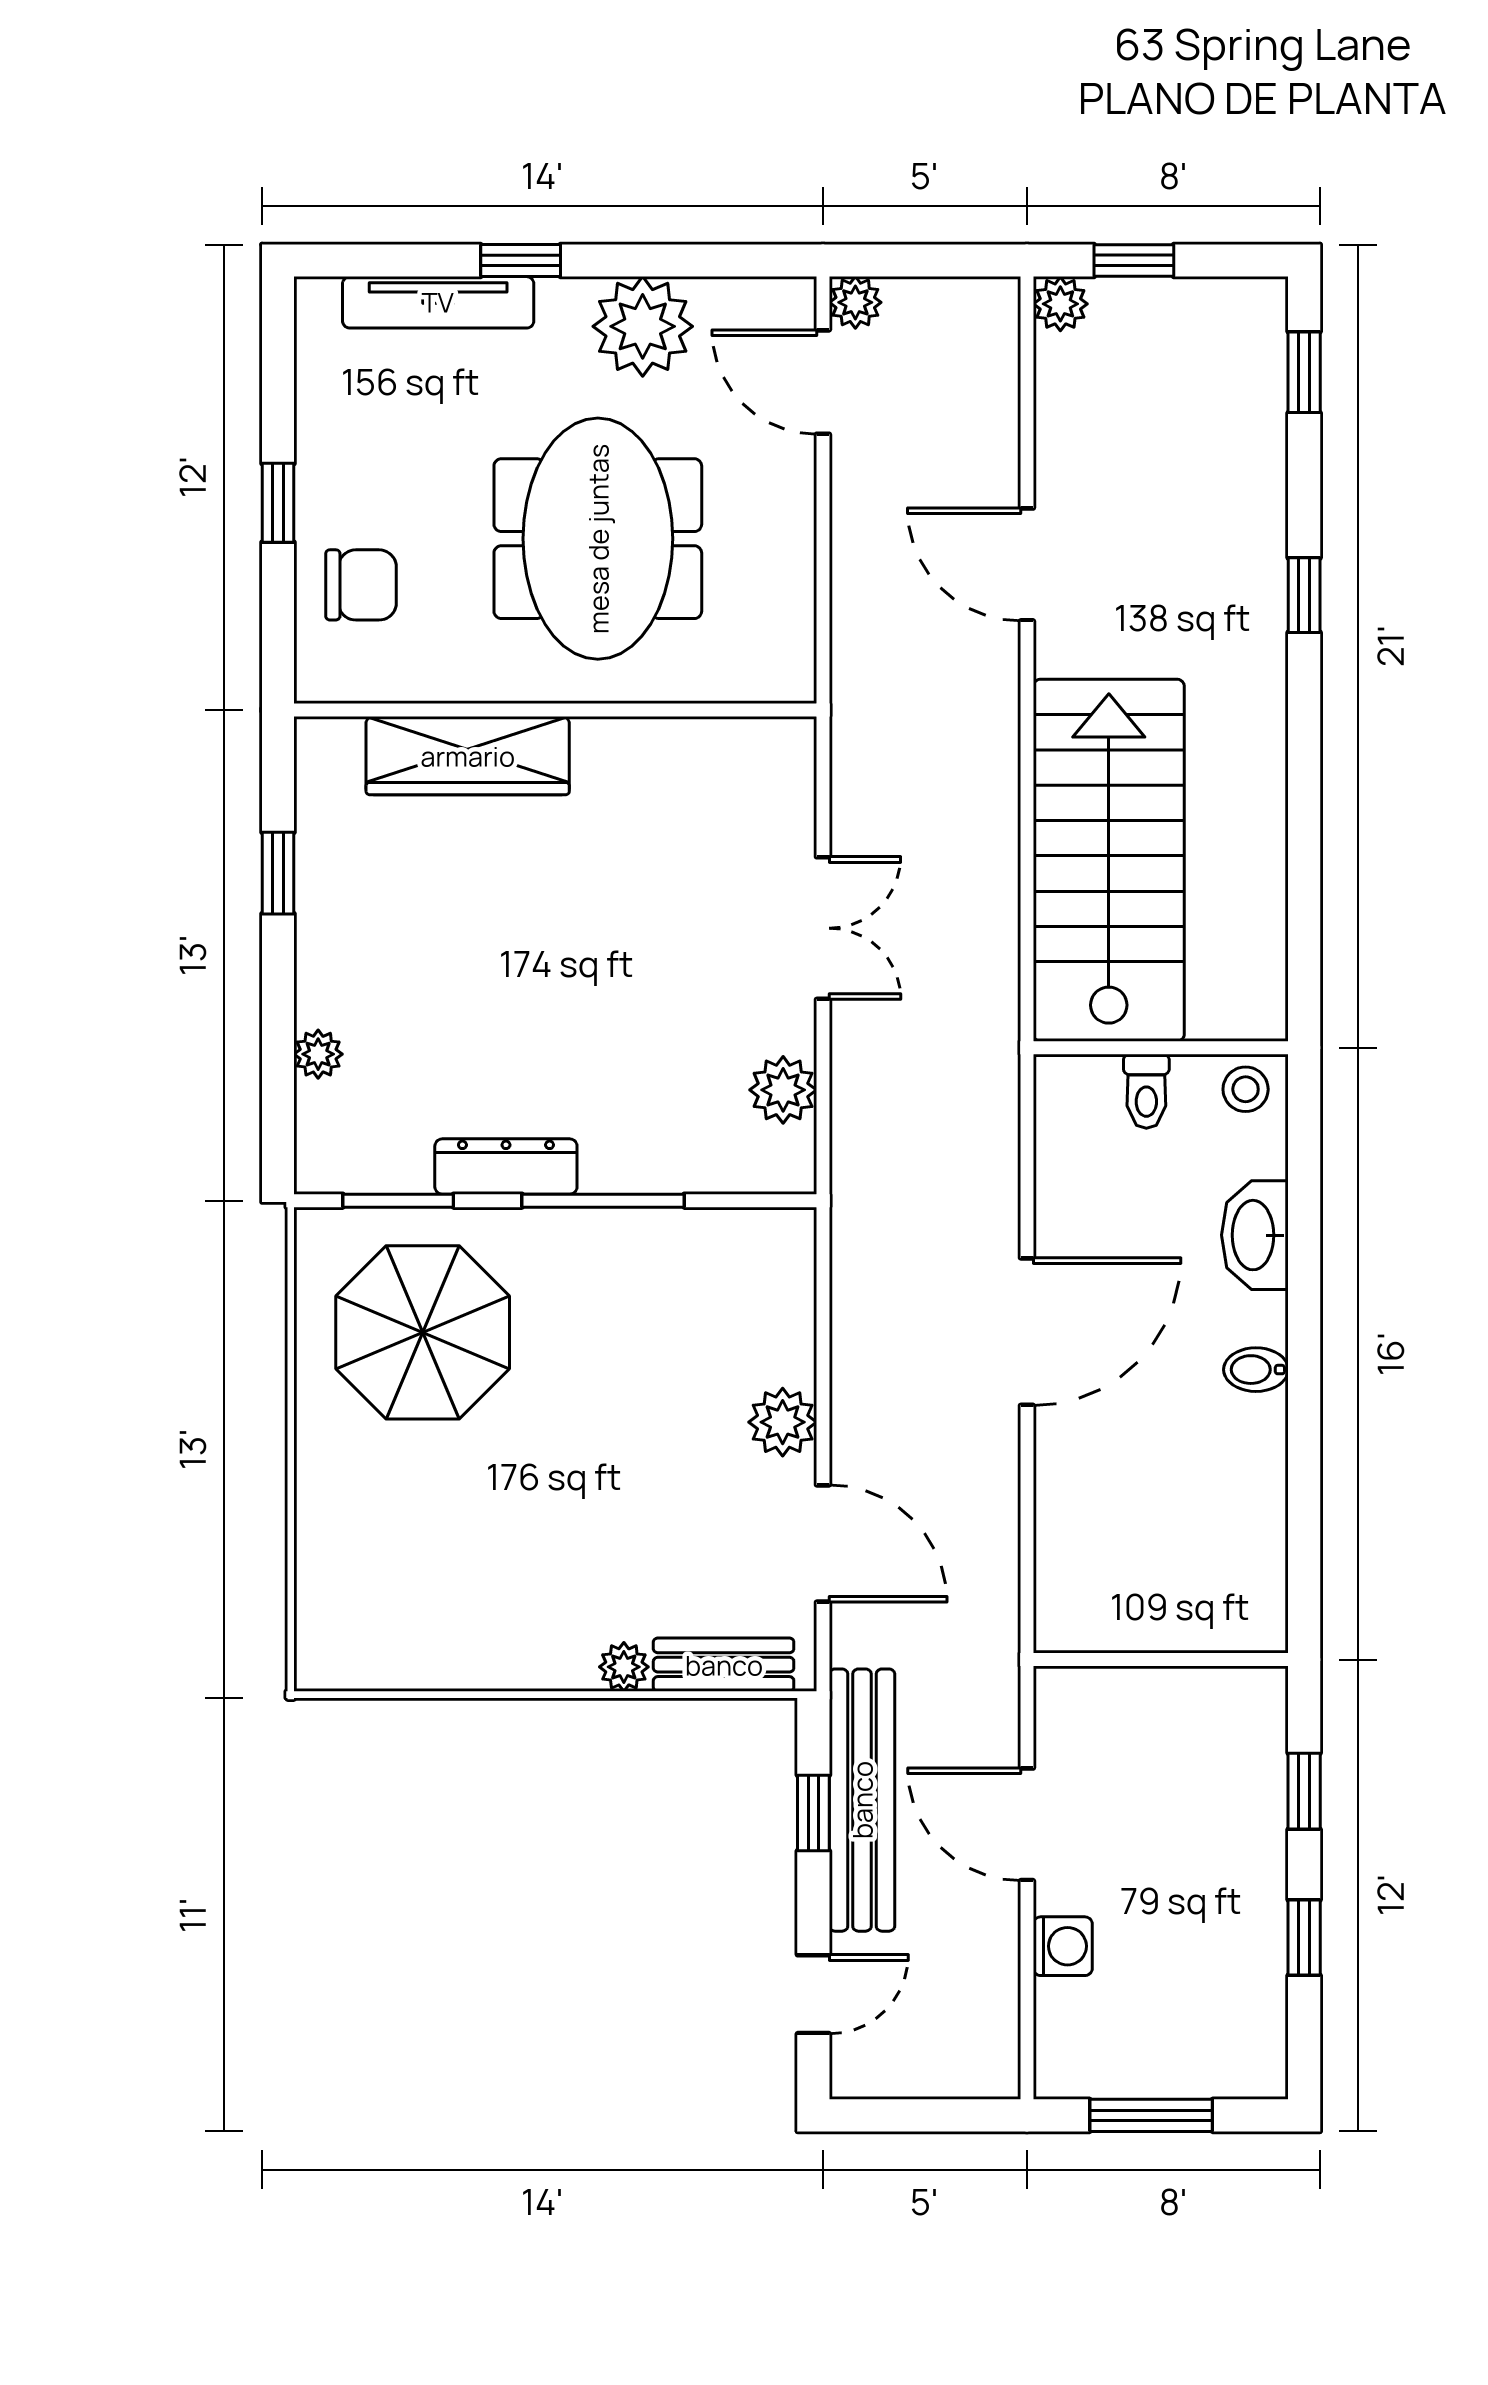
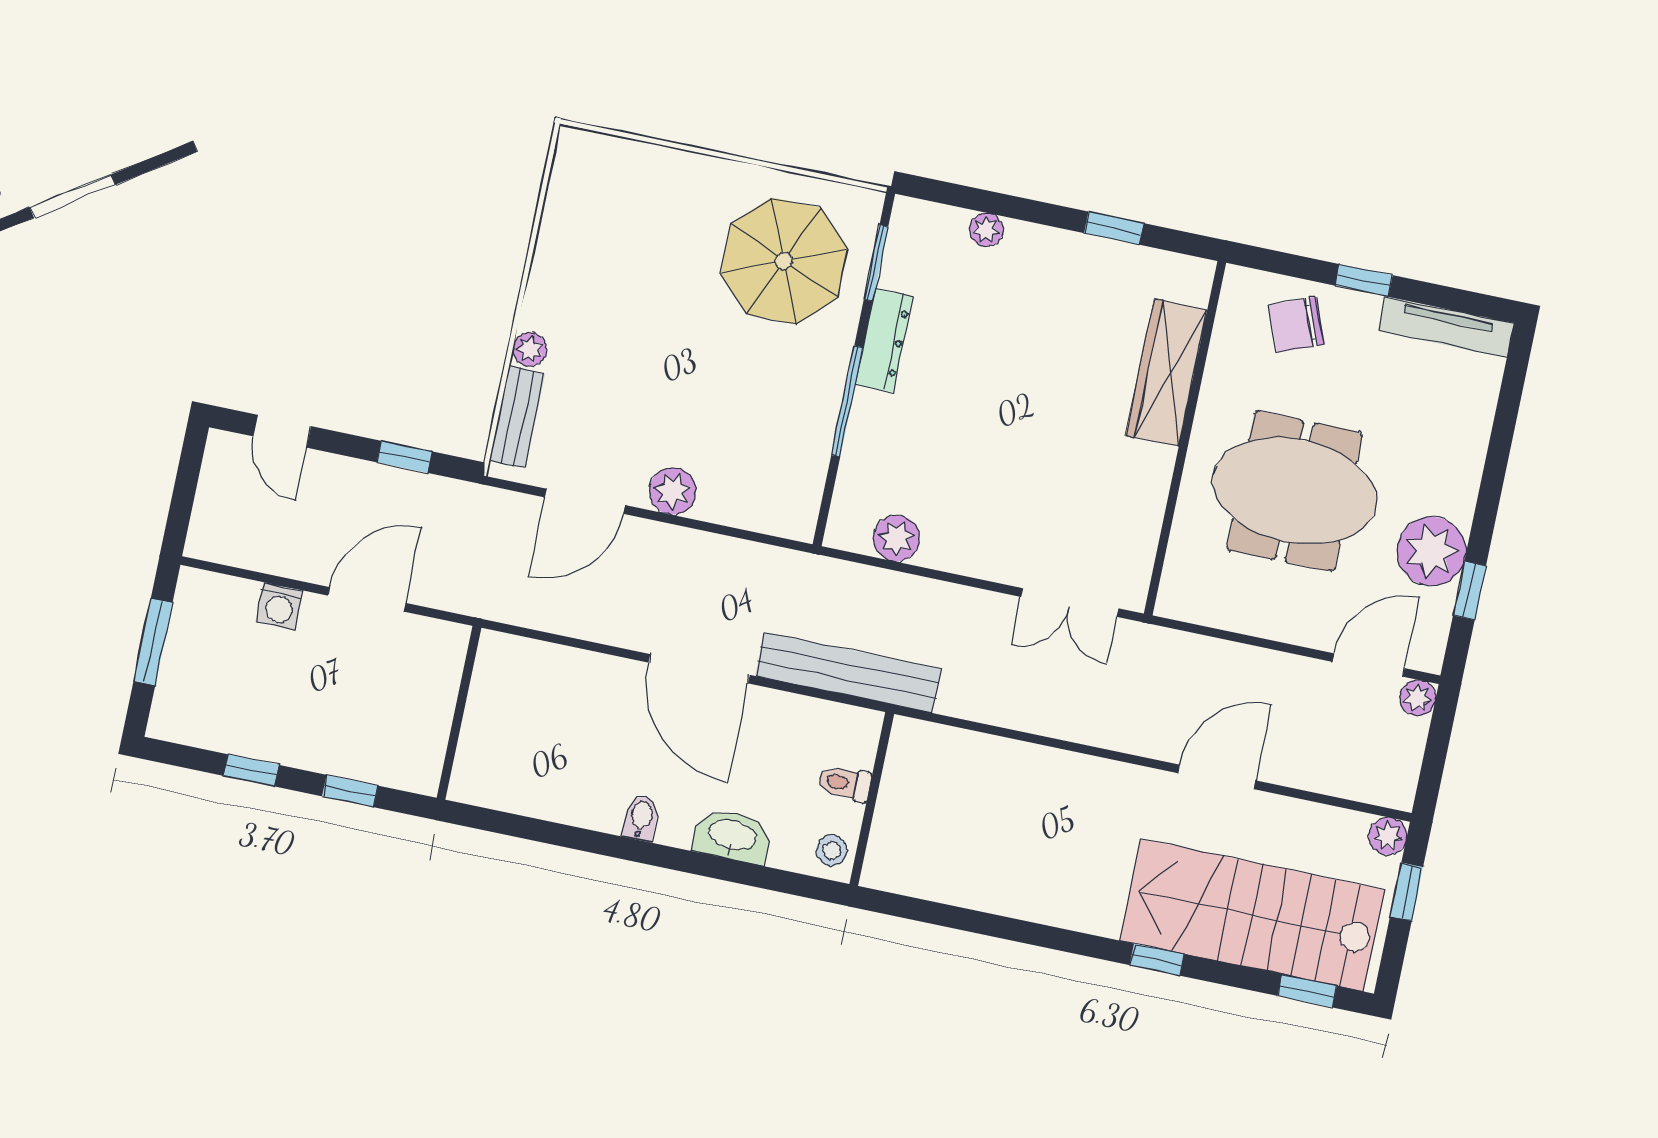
window: (521, 261) -> (1469, 591), moved
tv unit: (438, 302) -> (1446, 327), moved, turned -90
chair: (361, 585) -> (1297, 325), turned 68
stairs: (1109, 860) -> (1252, 915), moved, turned 180
double door: (823, 928) -> (1070, 603), moved
bench: (862, 1800) -> (848, 672), moved

